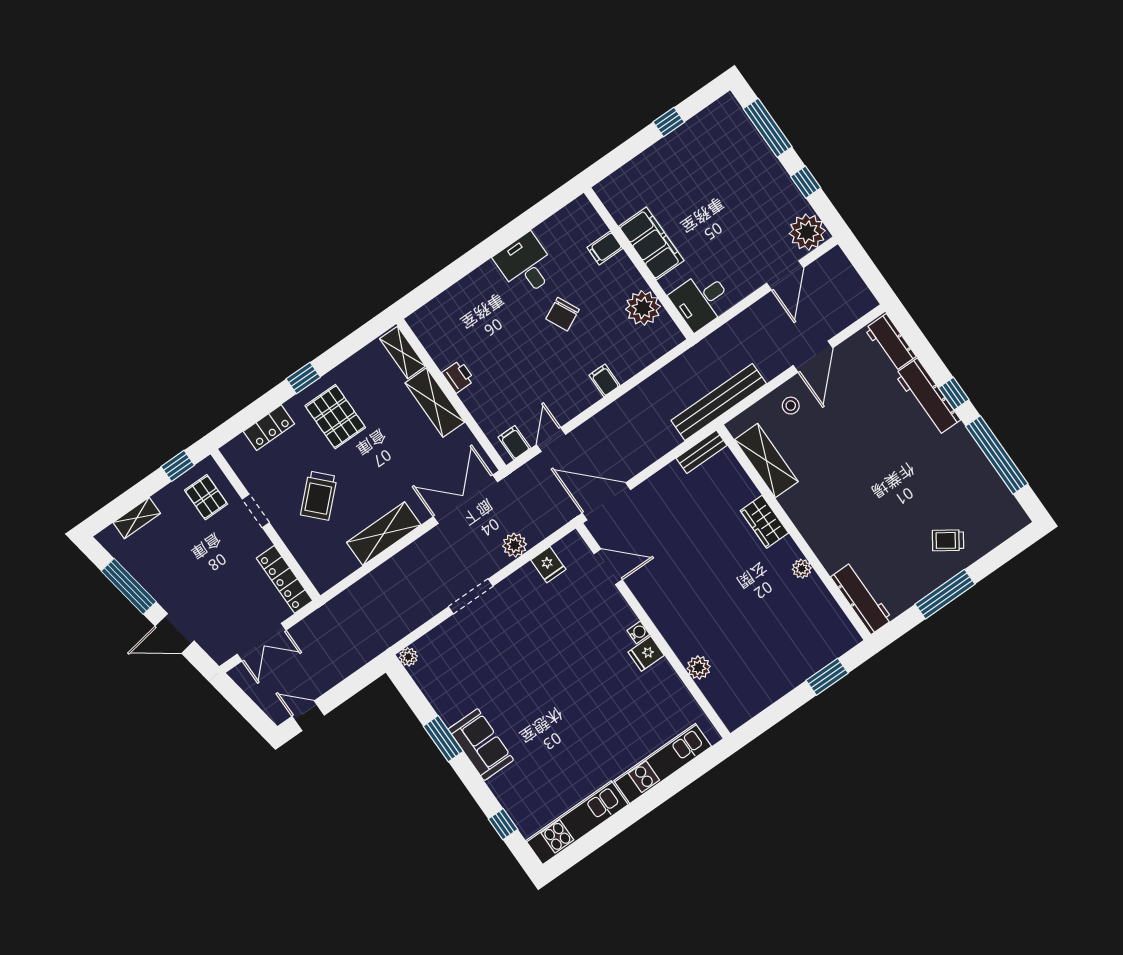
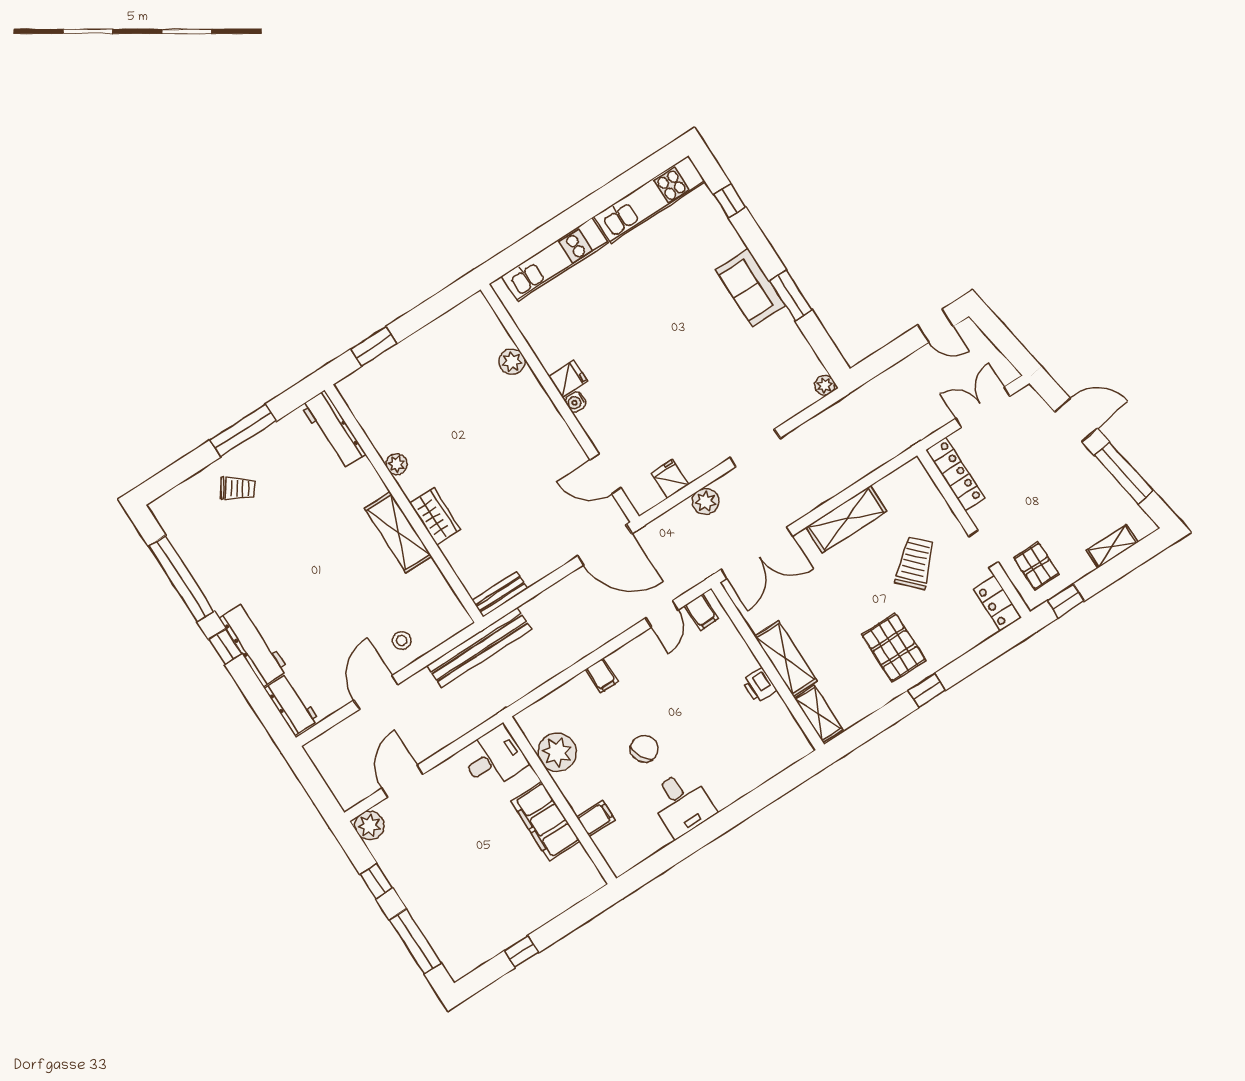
plant: (807, 232) -> (369, 825), width x0.73, depth x0.73
locker: (269, 428) -> (997, 603), moved, turned -90
shelving: (766, 461) -> (398, 532), moved

